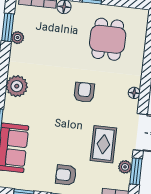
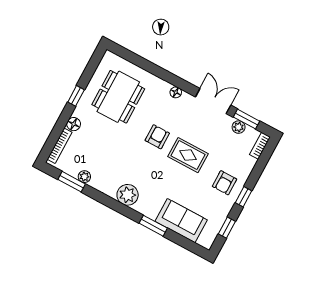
dining table: (108, 39) -> (118, 97), width x1.37
armchair: (84, 92) -> (157, 137), turned 90
rug: (103, 144) -> (188, 155), moved

